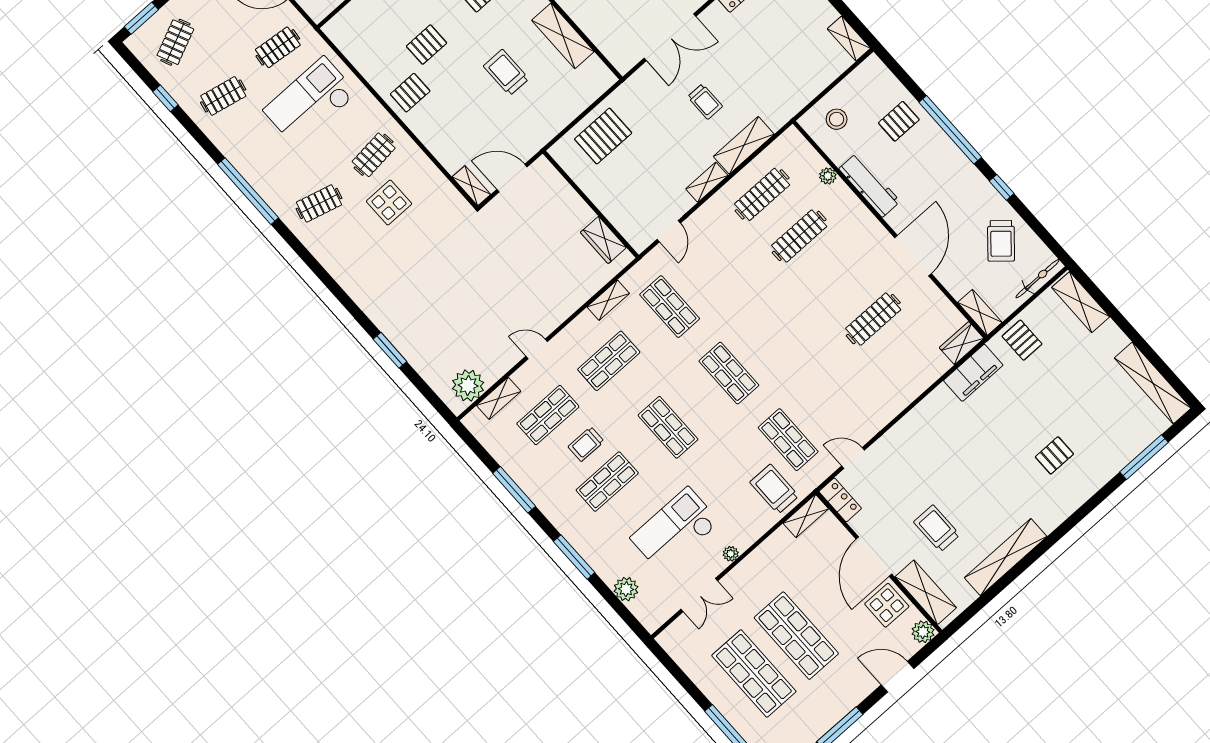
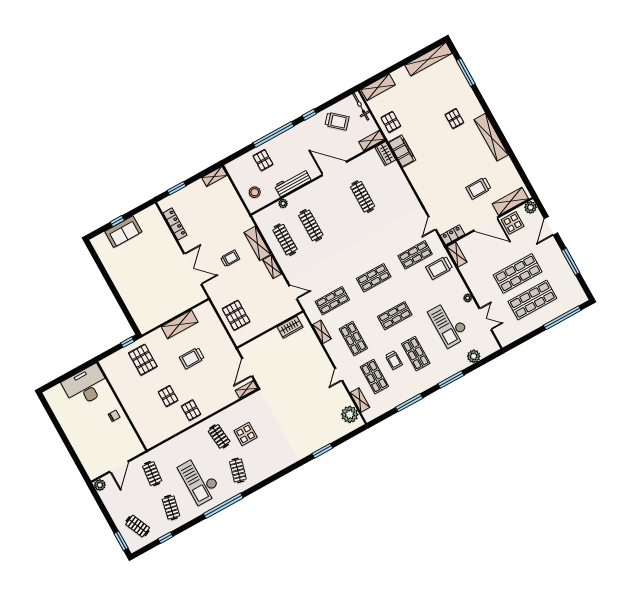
checkout: (310, 102) -> (200, 480), moved
pallet: (1022, 340) -> (391, 122), turned 90
shelving: (1006, 557) -> (491, 137), moved

